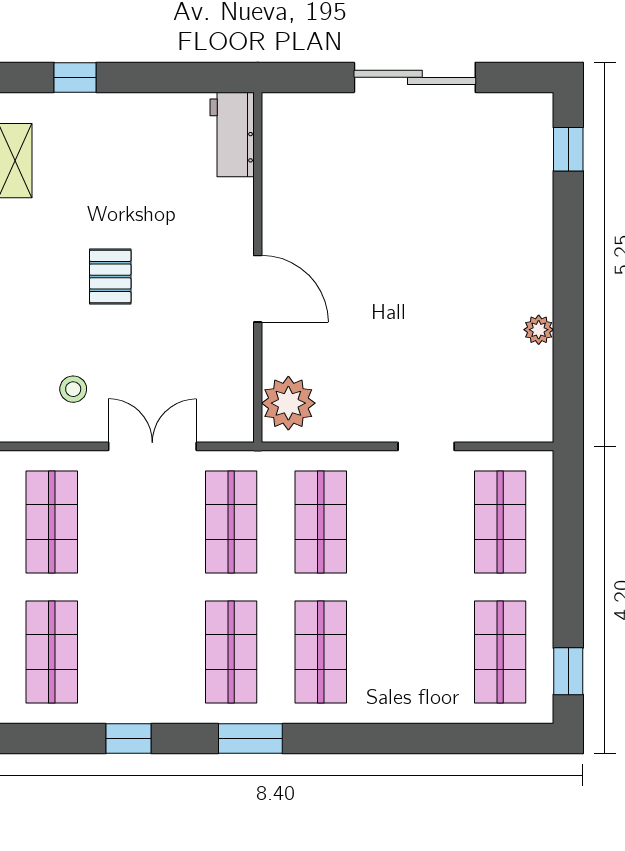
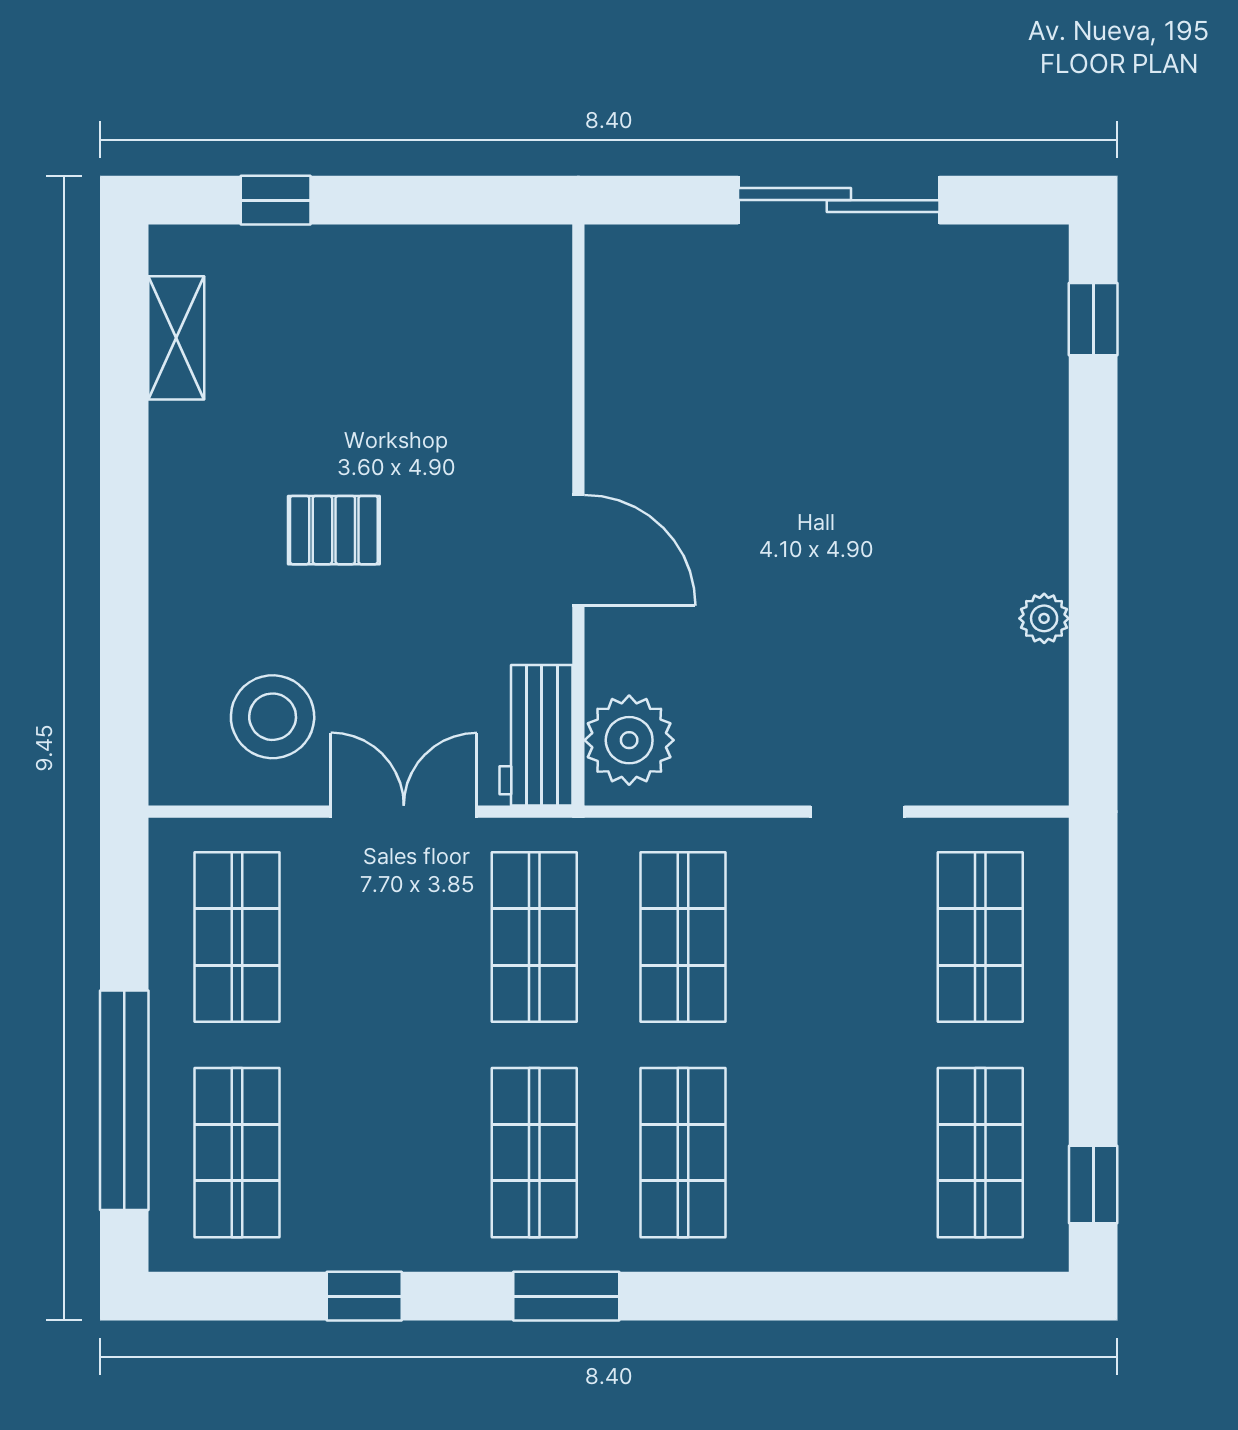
workbench: (232, 135) -> (536, 735), moved
pallet: (110, 276) -> (334, 530), turned 90
stool: (73, 389) -> (273, 717), width x1.89, depth x1.89

